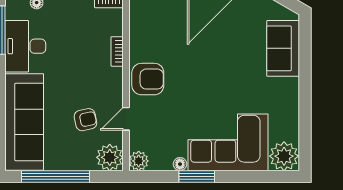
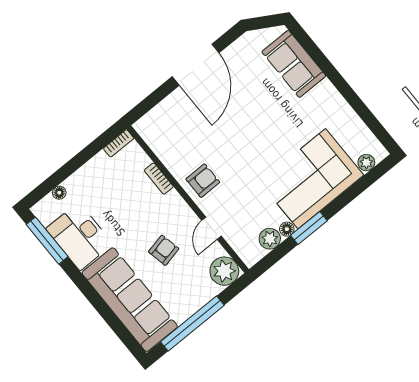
armchair: (148, 79) -> (203, 181), width x0.72, depth x0.72
armchair: (85, 120) -> (164, 250), moved
plant: (284, 156) -> (366, 163), width x0.53, depth x0.53
plant: (139, 161) -> (270, 239), moved

